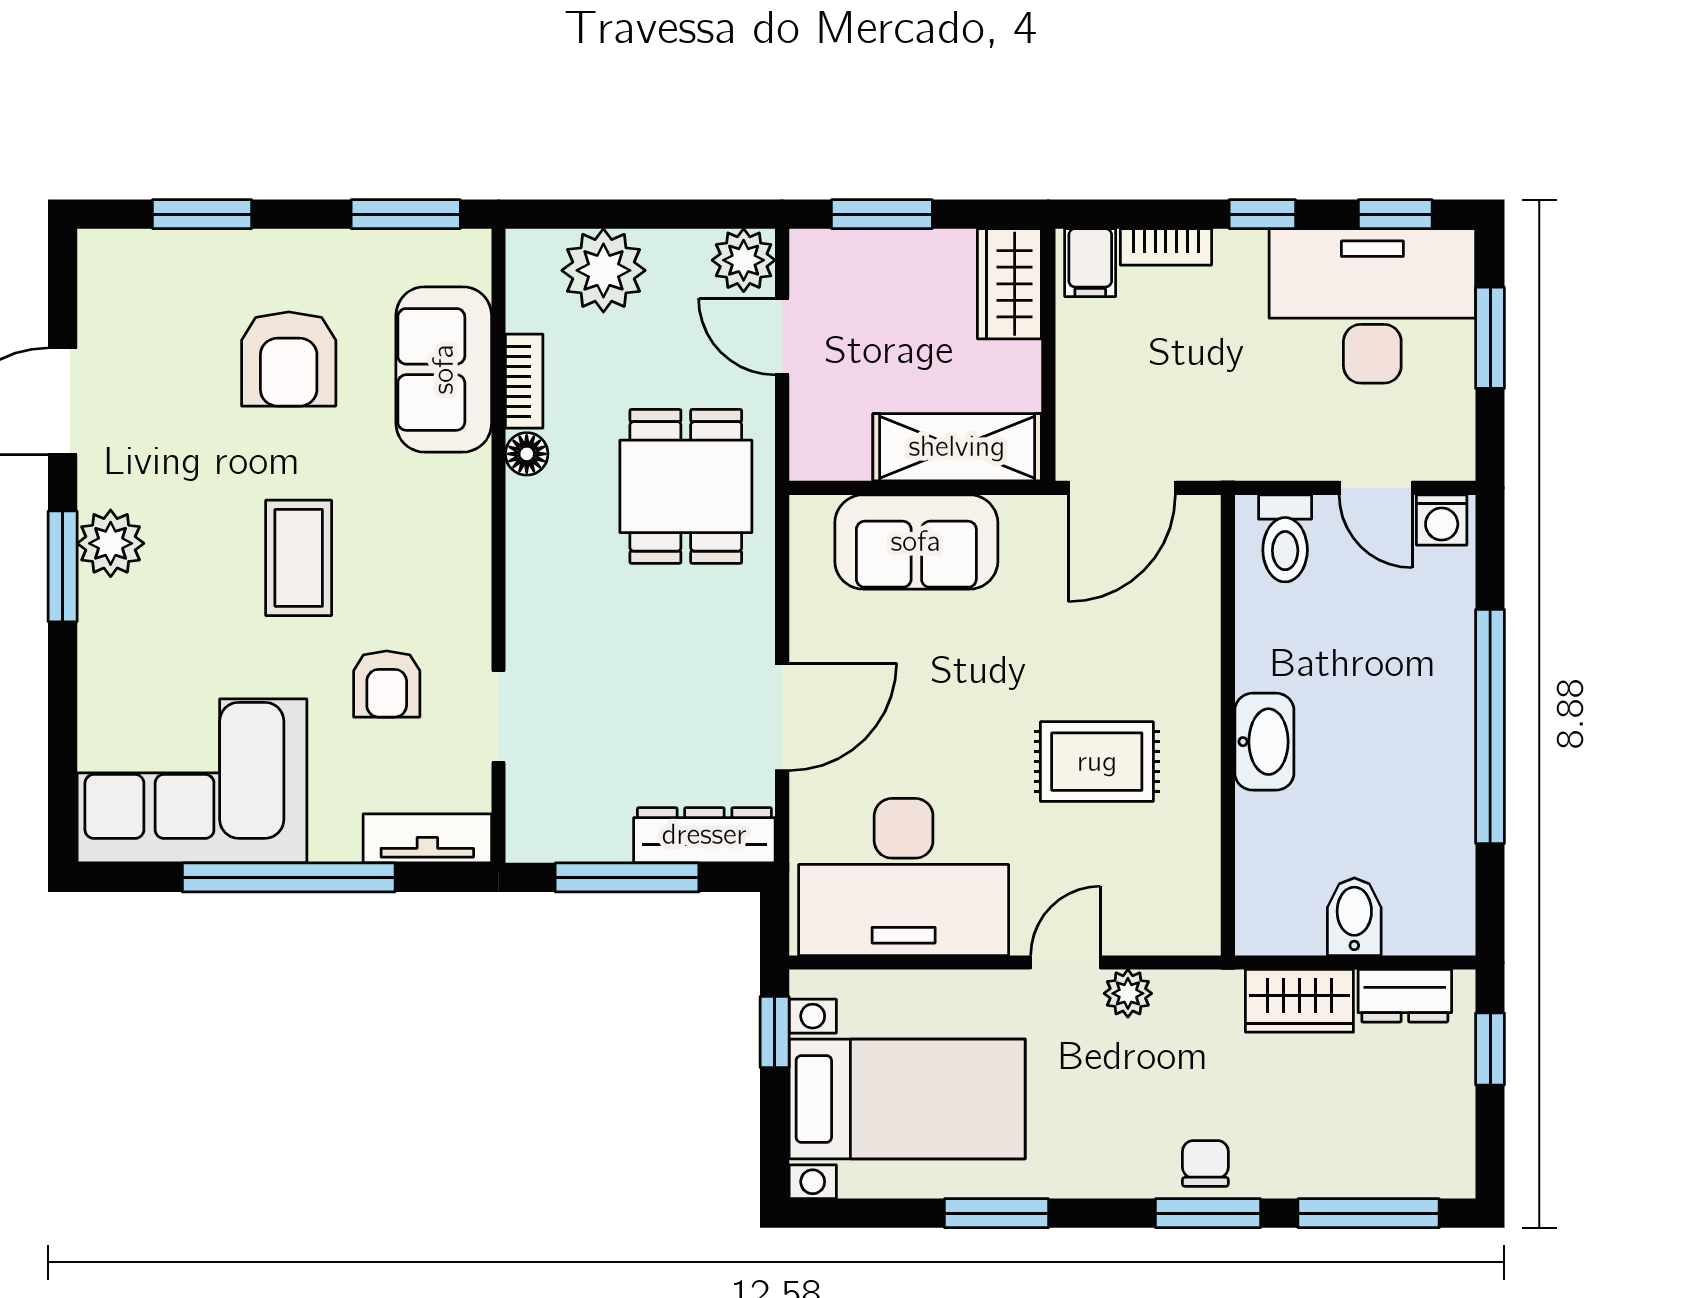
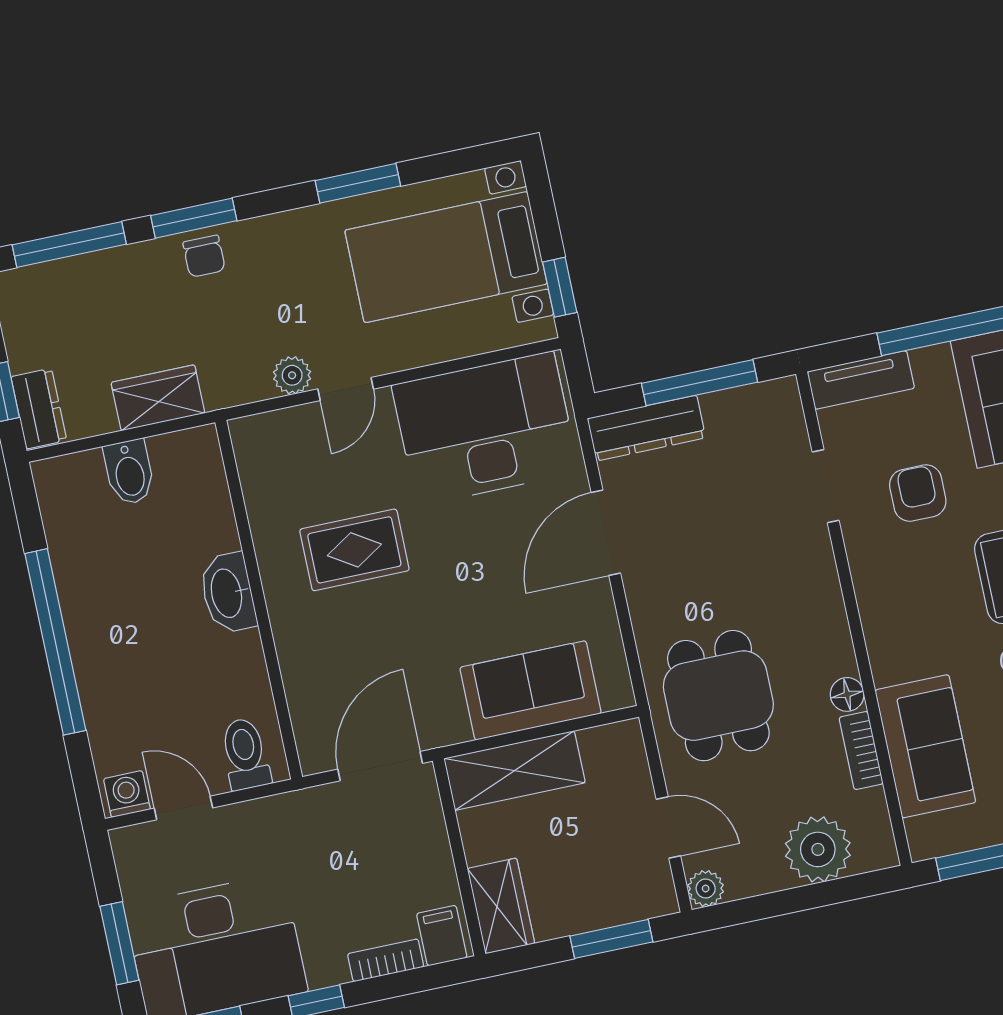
plant: (744, 260) -> (706, 889), width x0.73, depth x0.73
dresser: (1405, 996) -> (39, 409), moved, turned 90

